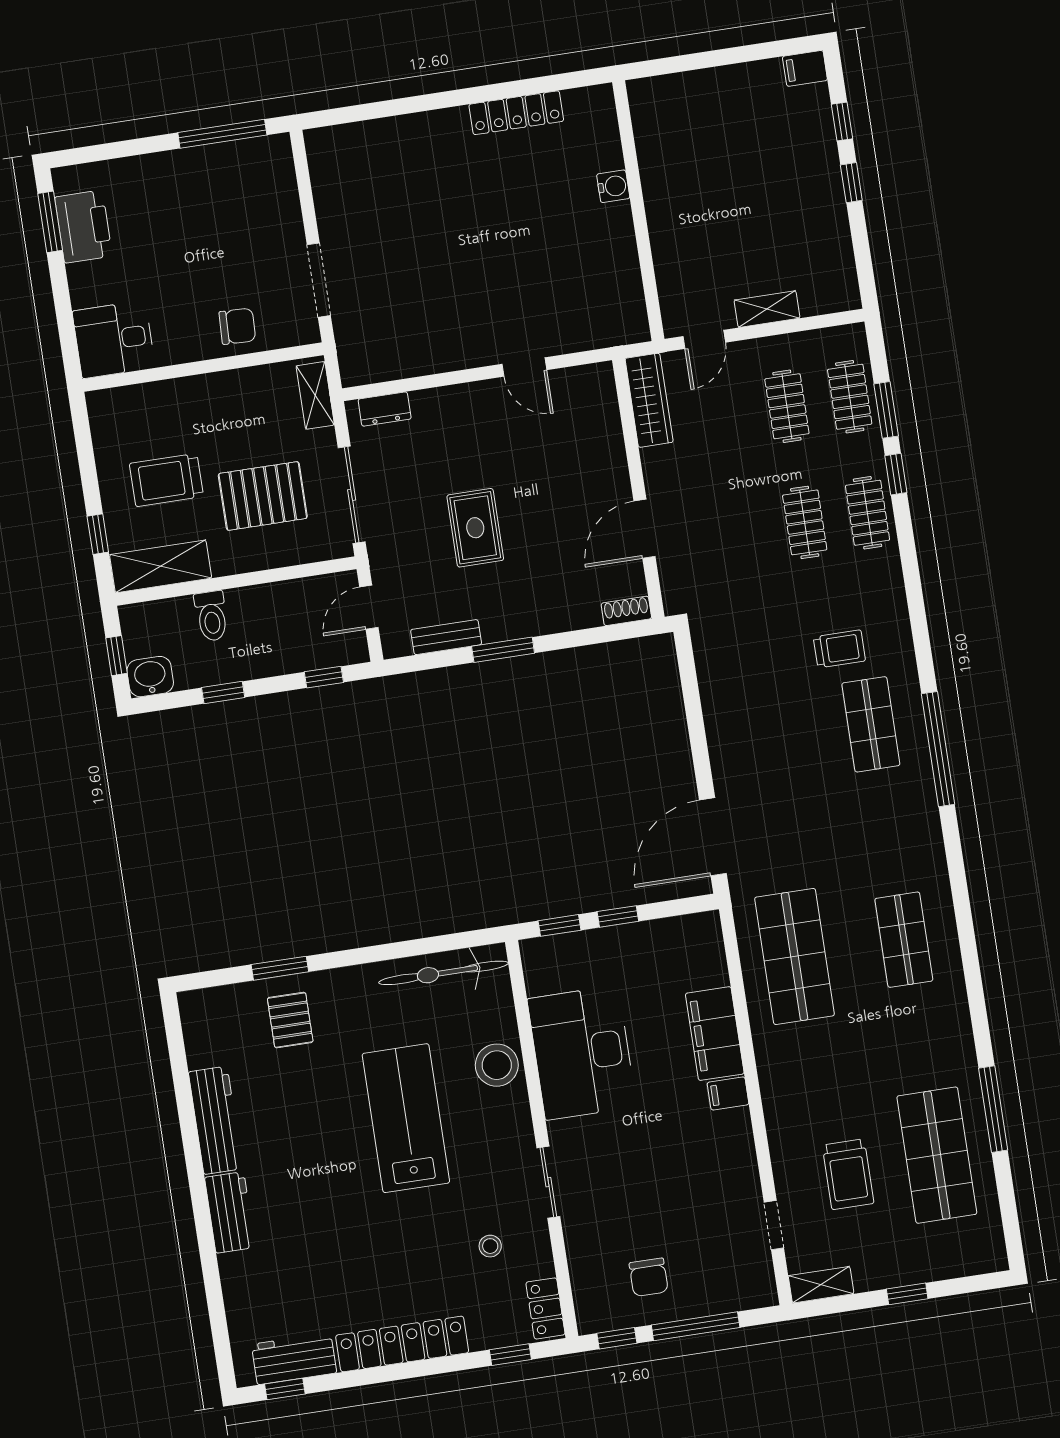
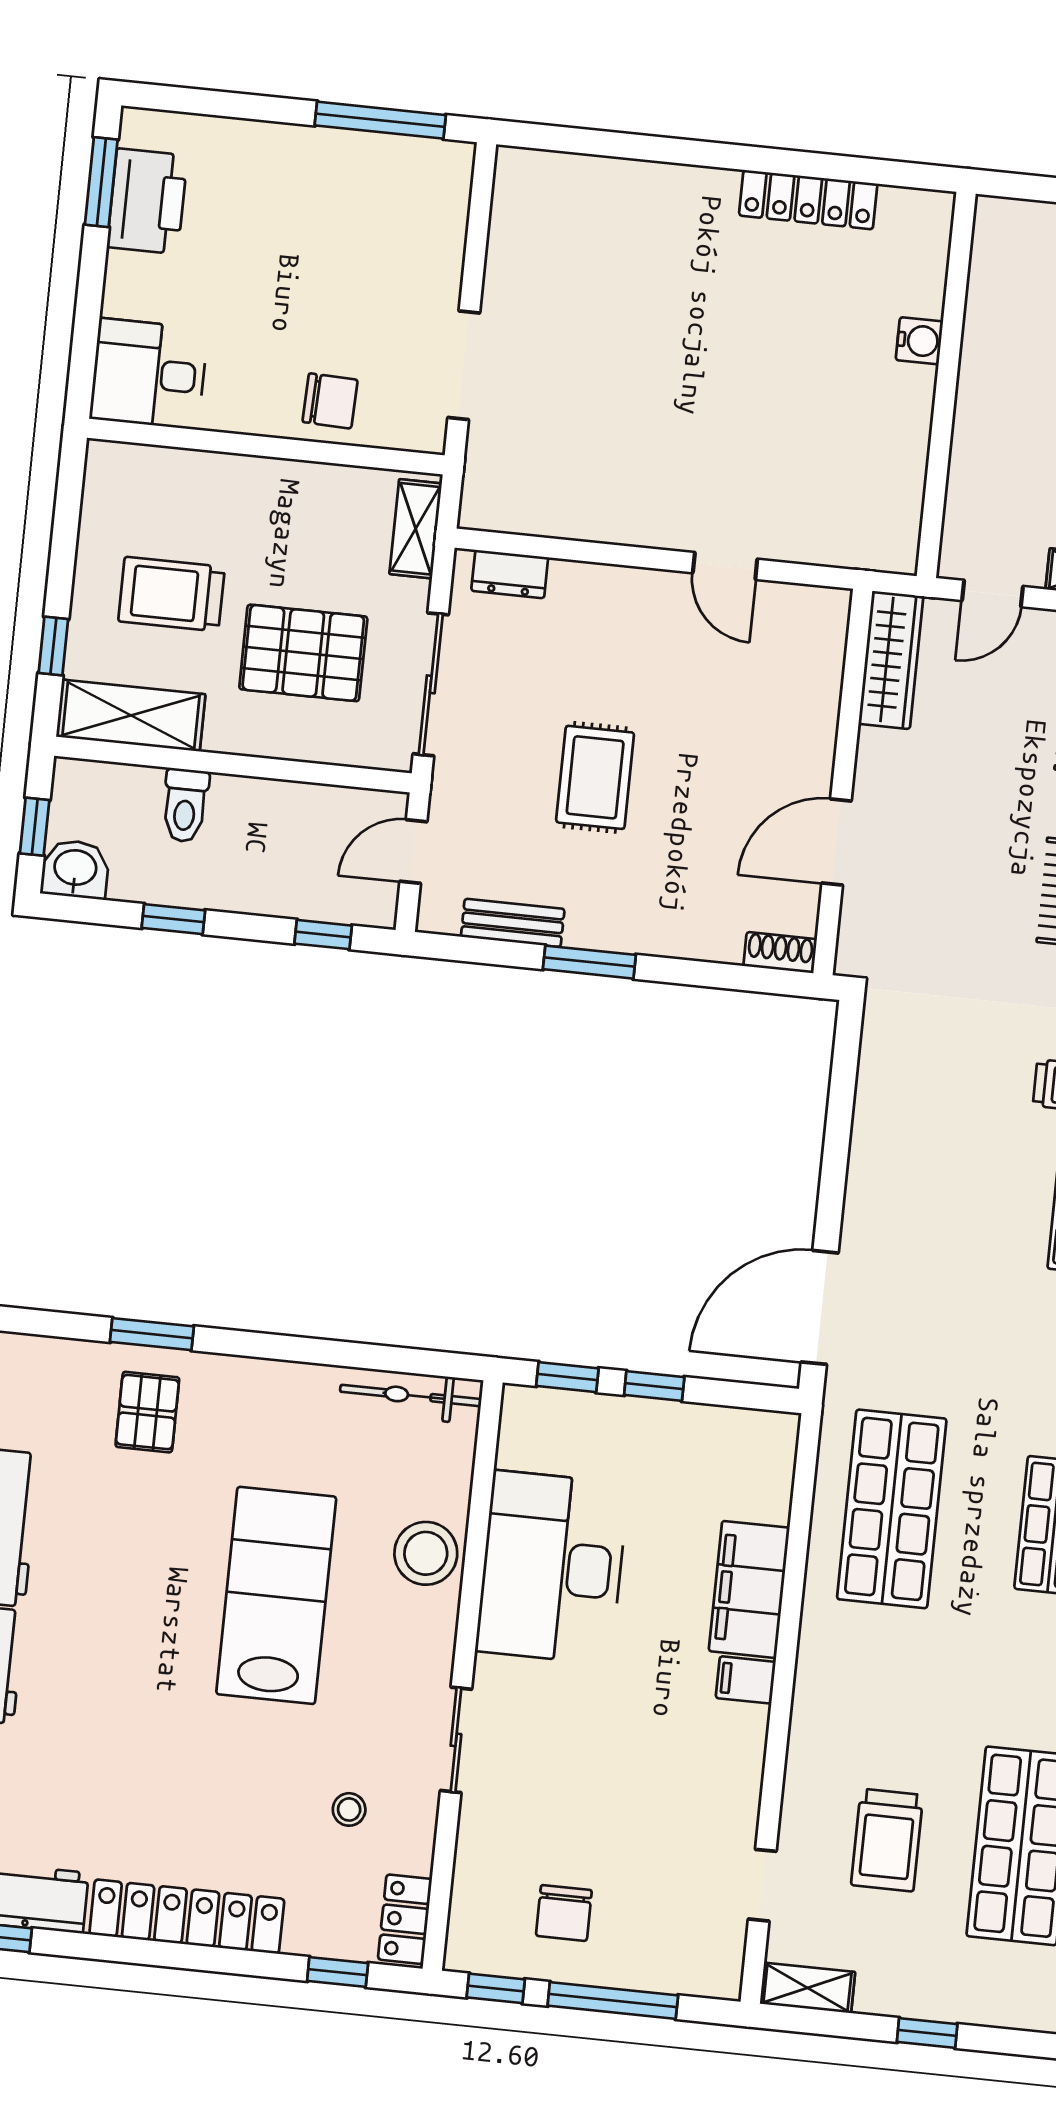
bicycle: (444, 973) -> (411, 1395), width x0.73, depth x0.71

